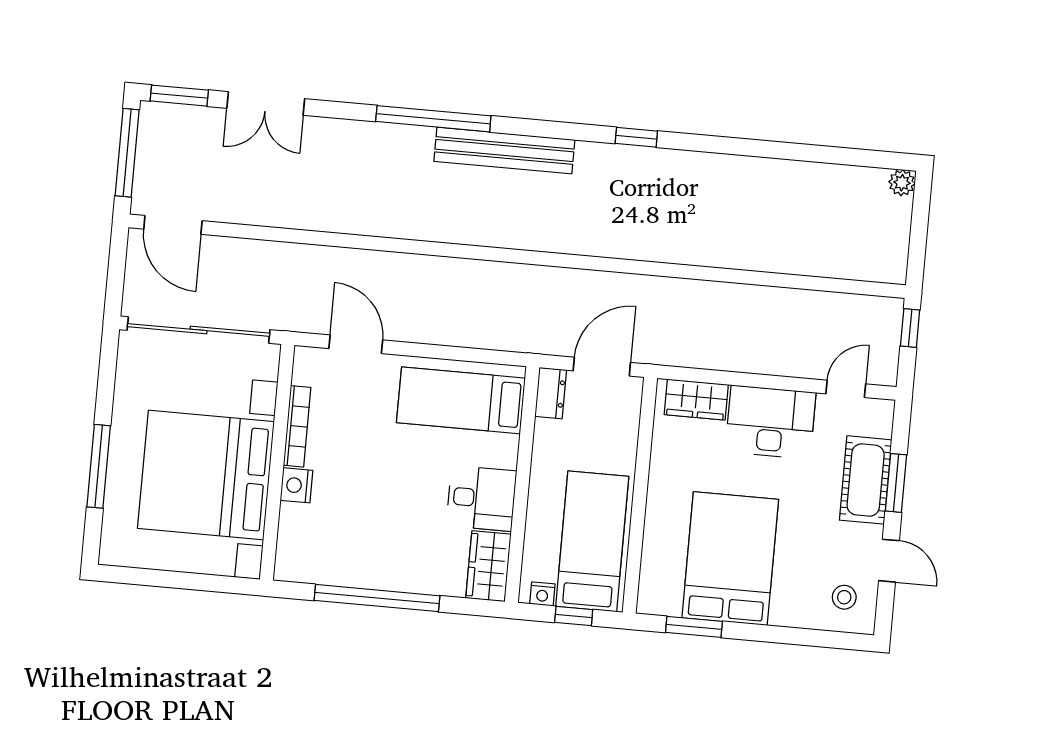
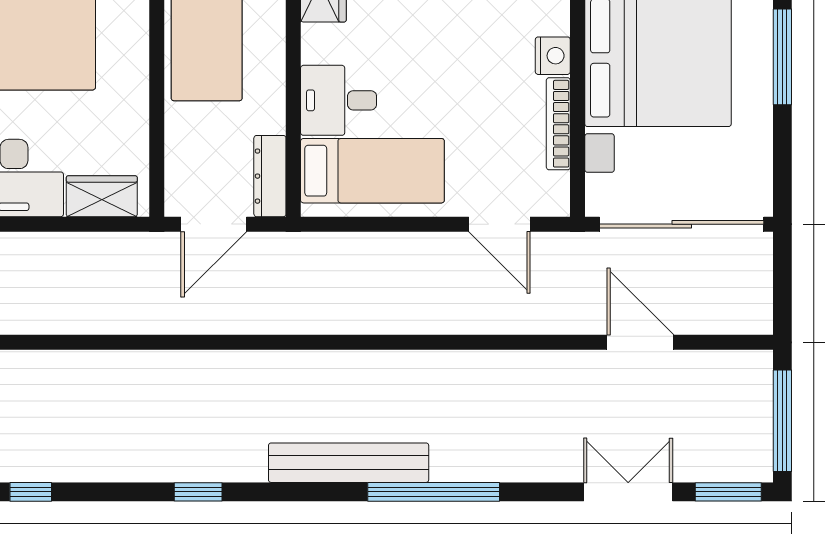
window: (781, 150) -> (31, 492), added
door: (173, 225) -> (640, 342), moved
dresser: (551, 393) -> (270, 176), width x1.44
desk: (481, 498) -> (339, 100), moved

